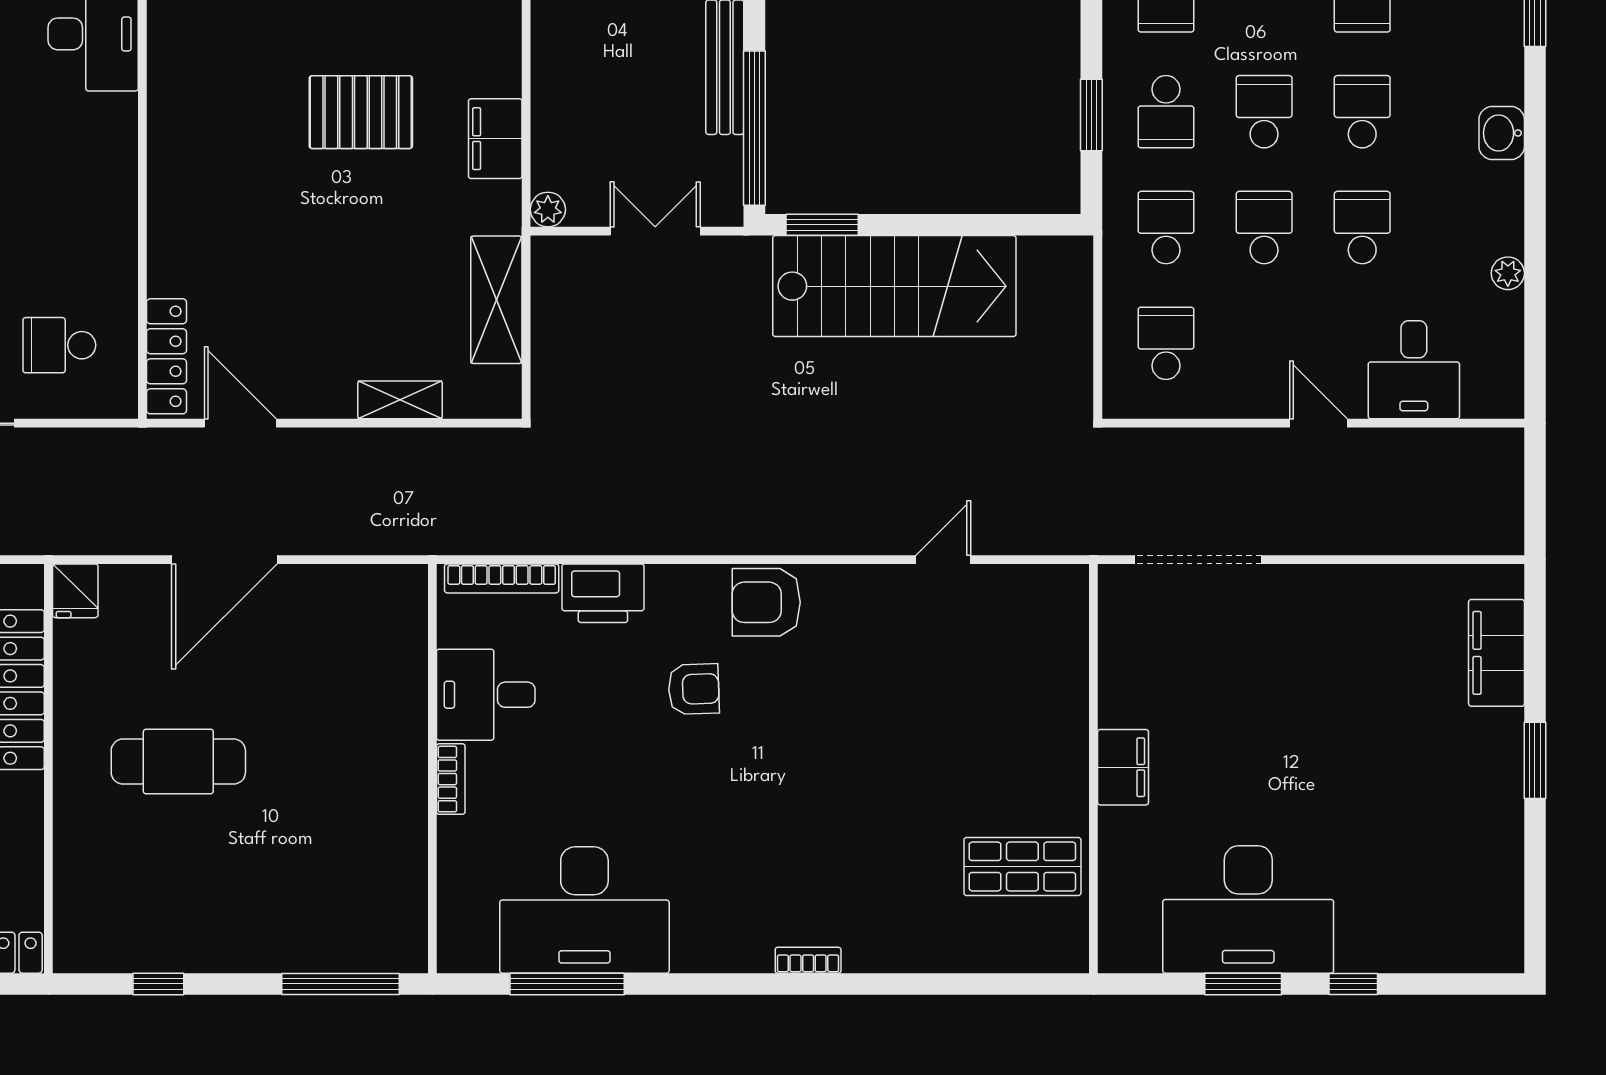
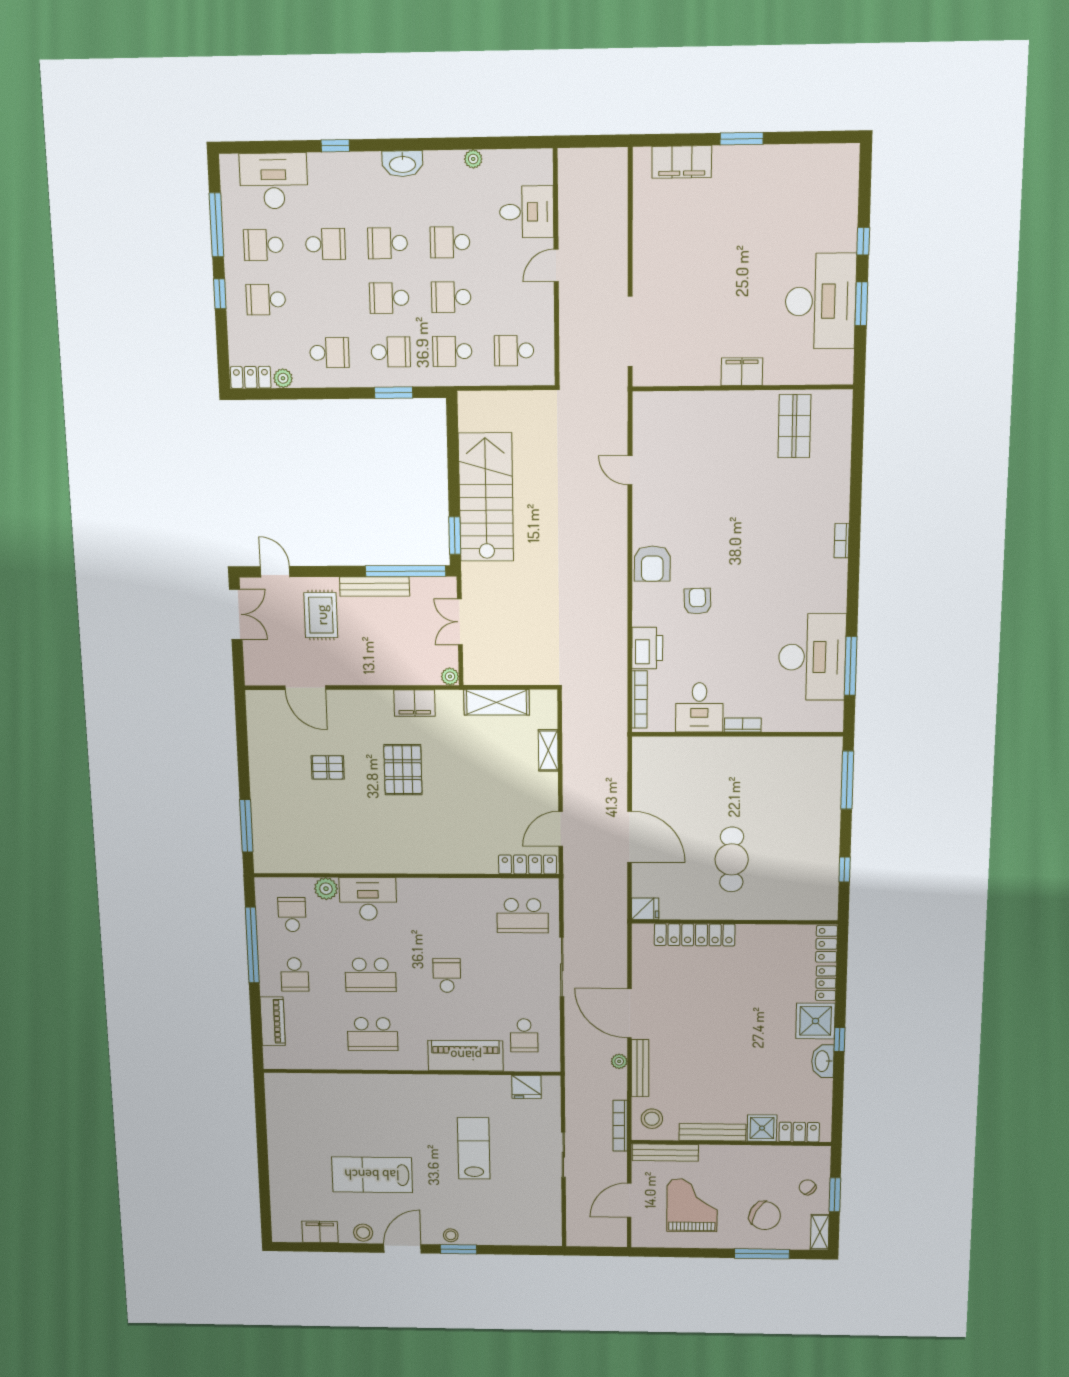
washbasin: (1502, 133) -> (402, 164), width x1.38
school desk: (59, 345) -> (523, 916), width x1.85

